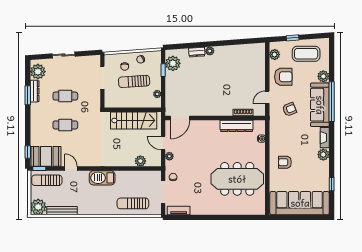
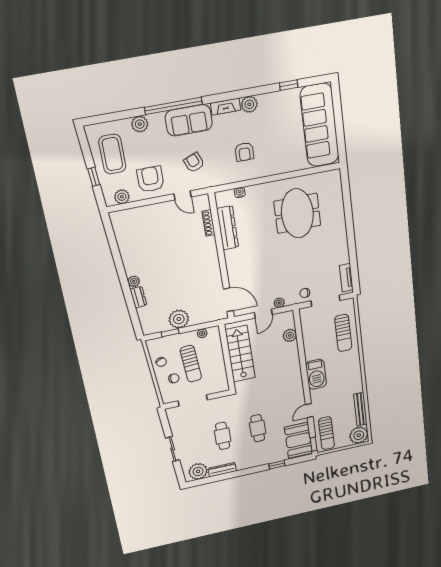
plant: (173, 63) -> (179, 319), moved
window: (28, 95) -> (228, 476), removed
sofa: (320, 105) -> (189, 120), width x0.73
window: (28, 152) -> (277, 465), moved
armchair: (285, 162) -> (244, 152), moved
meeting table: (237, 179) -> (297, 213), width x0.73

